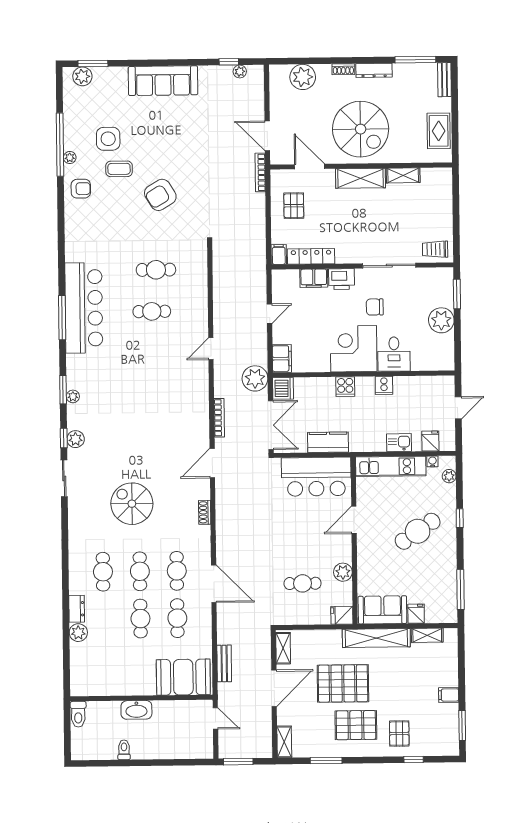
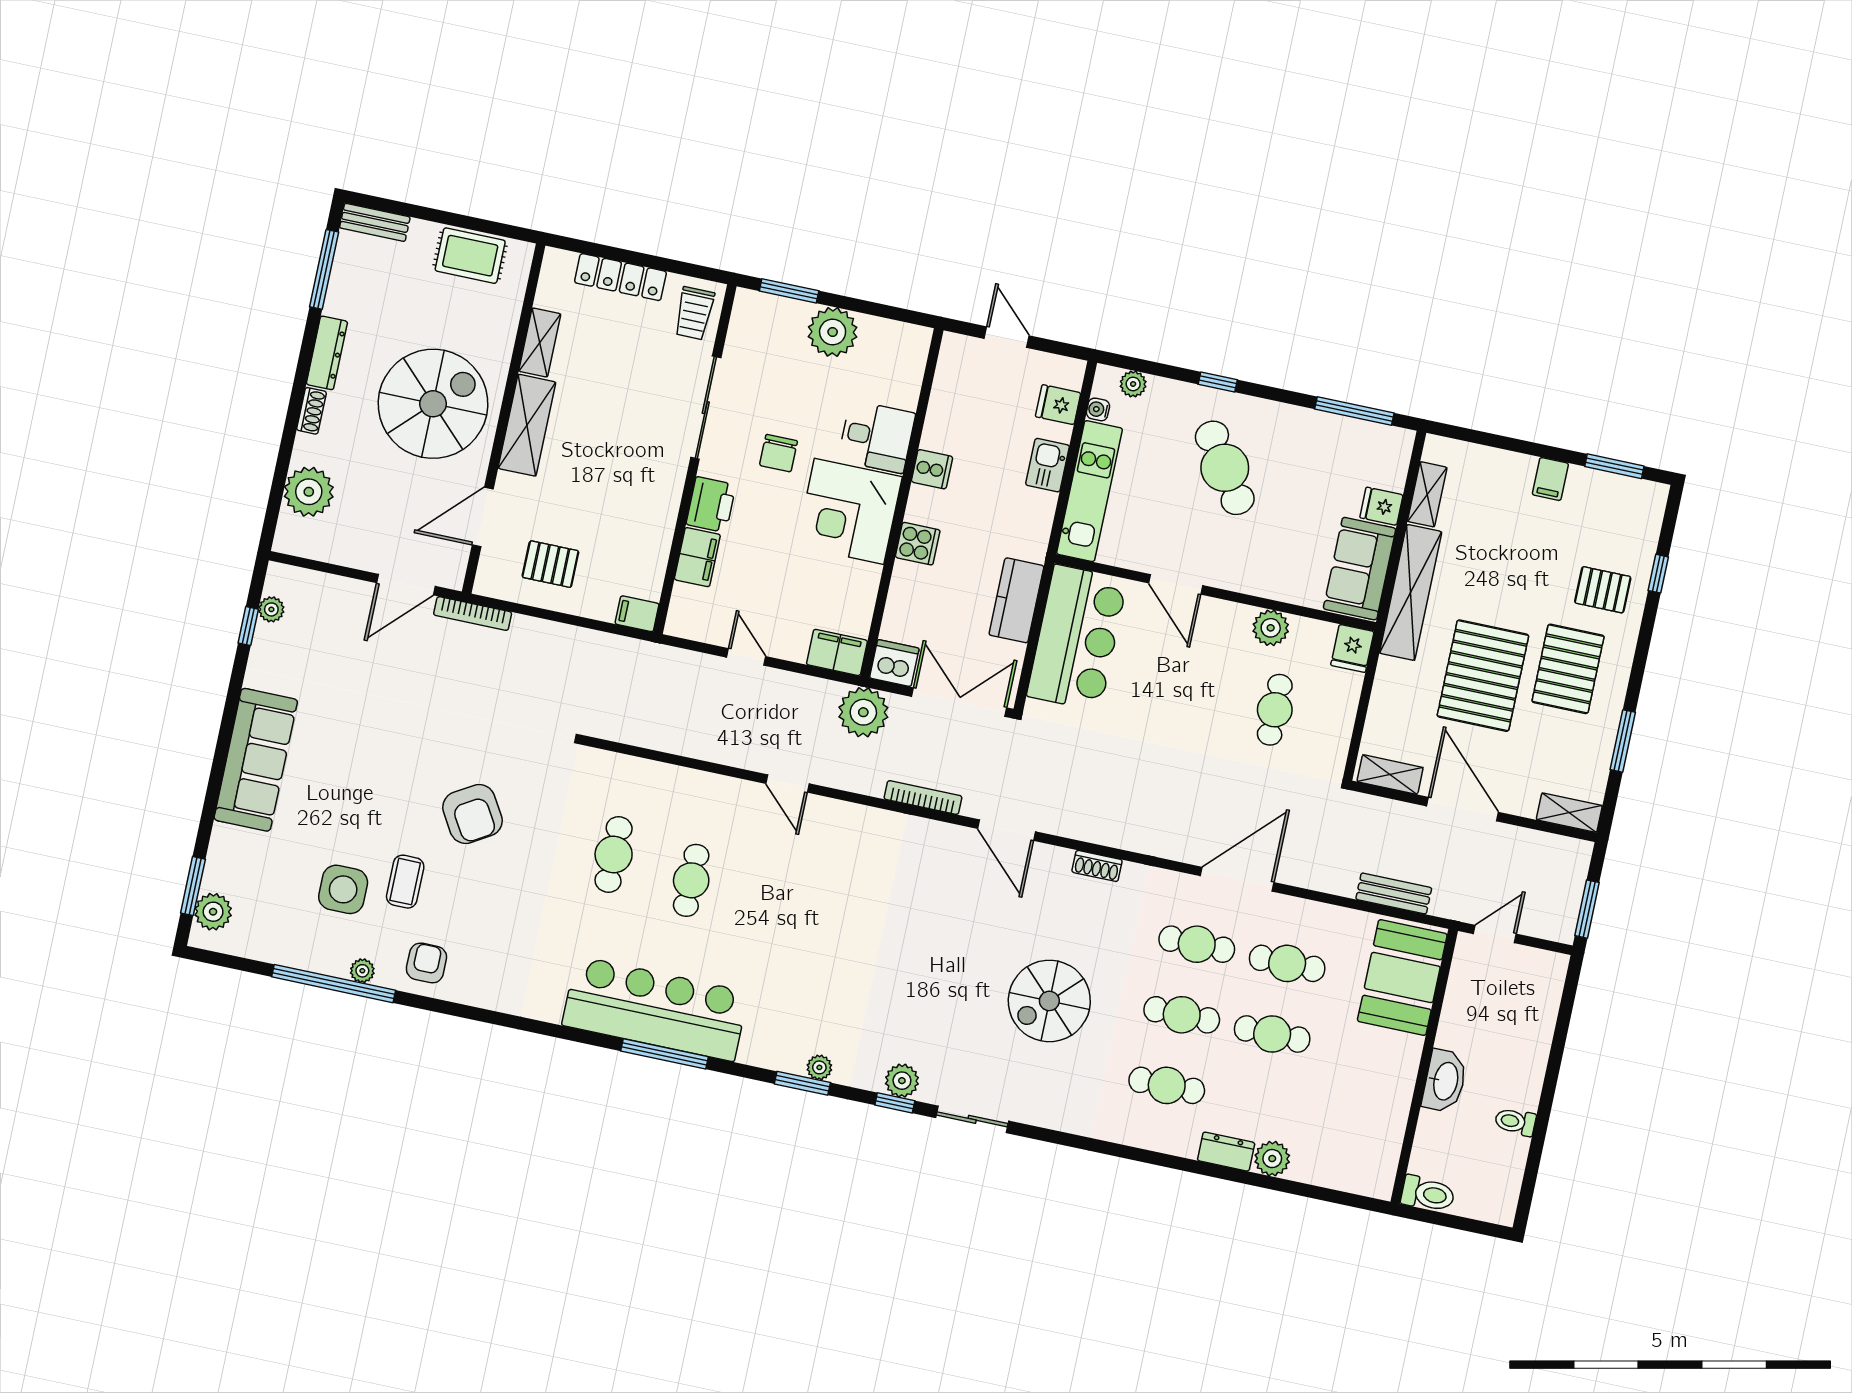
locker: (311, 256) -> (620, 277), moved, turned -90

